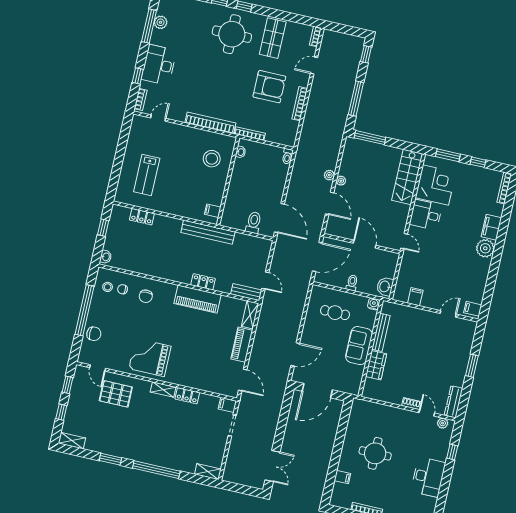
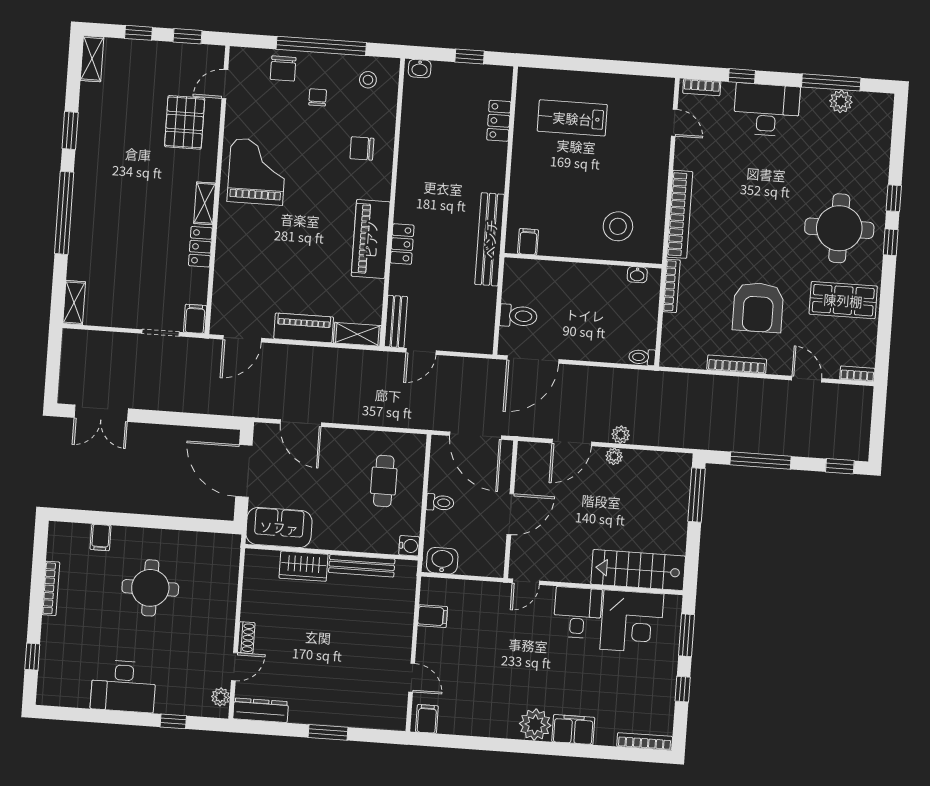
chair: (122, 289) -> (318, 97), moved
sofa: (359, 346) -> (279, 527), moved

